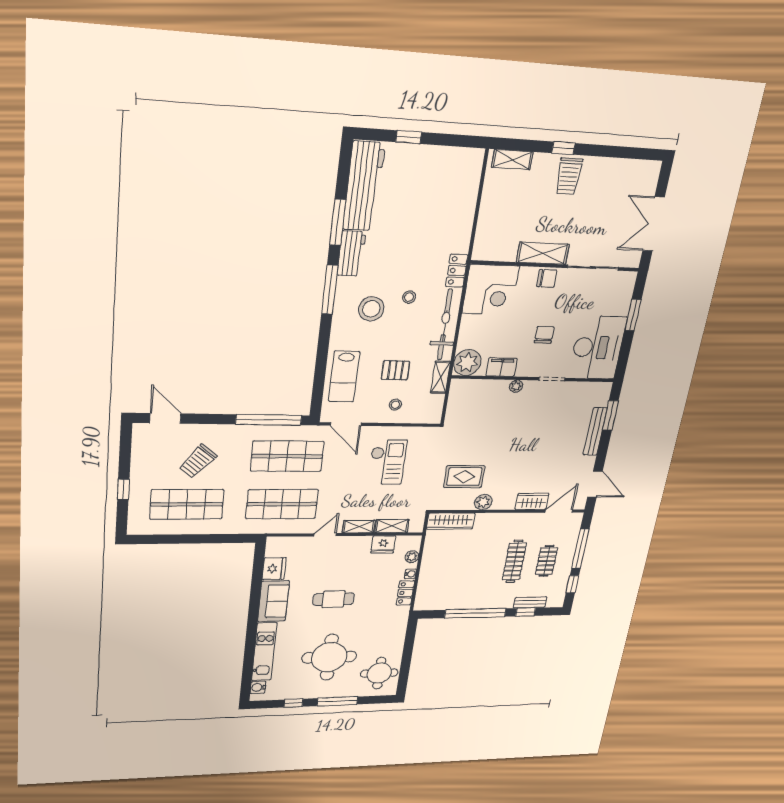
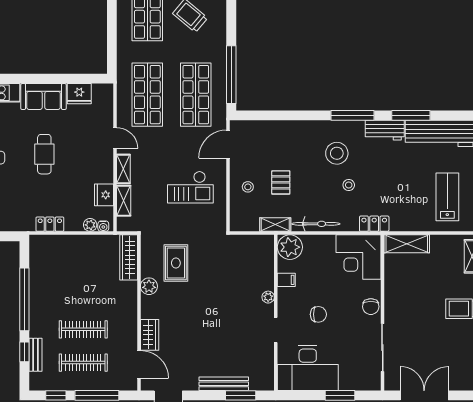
shelving: (543, 253) -> (407, 244), moved, turned 90
bicycle: (445, 325) -> (316, 224), width x0.73, depth x0.71
filing cabinet: (501, 367) -> (286, 280), width x0.50
lab bench: (344, 377) -> (447, 197), moved, turned 90
clothes rail: (546, 561) -> (83, 363), width x1.36
water cooler: (410, 574) -> (103, 226), moved

